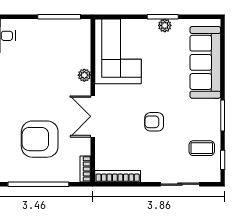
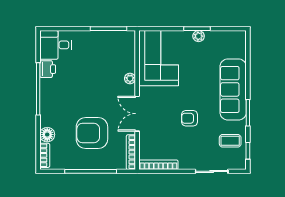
sofa: (205, 62) -> (233, 89), moved
bookcase: (85, 169) -> (131, 152), width x1.56

